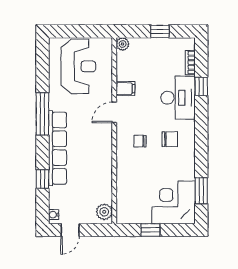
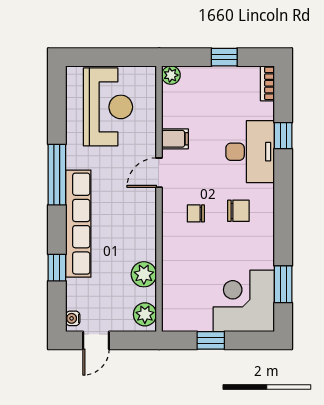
bookcase: (190, 63) -> (267, 83), moved
plant: (104, 184) -> (144, 274), added

